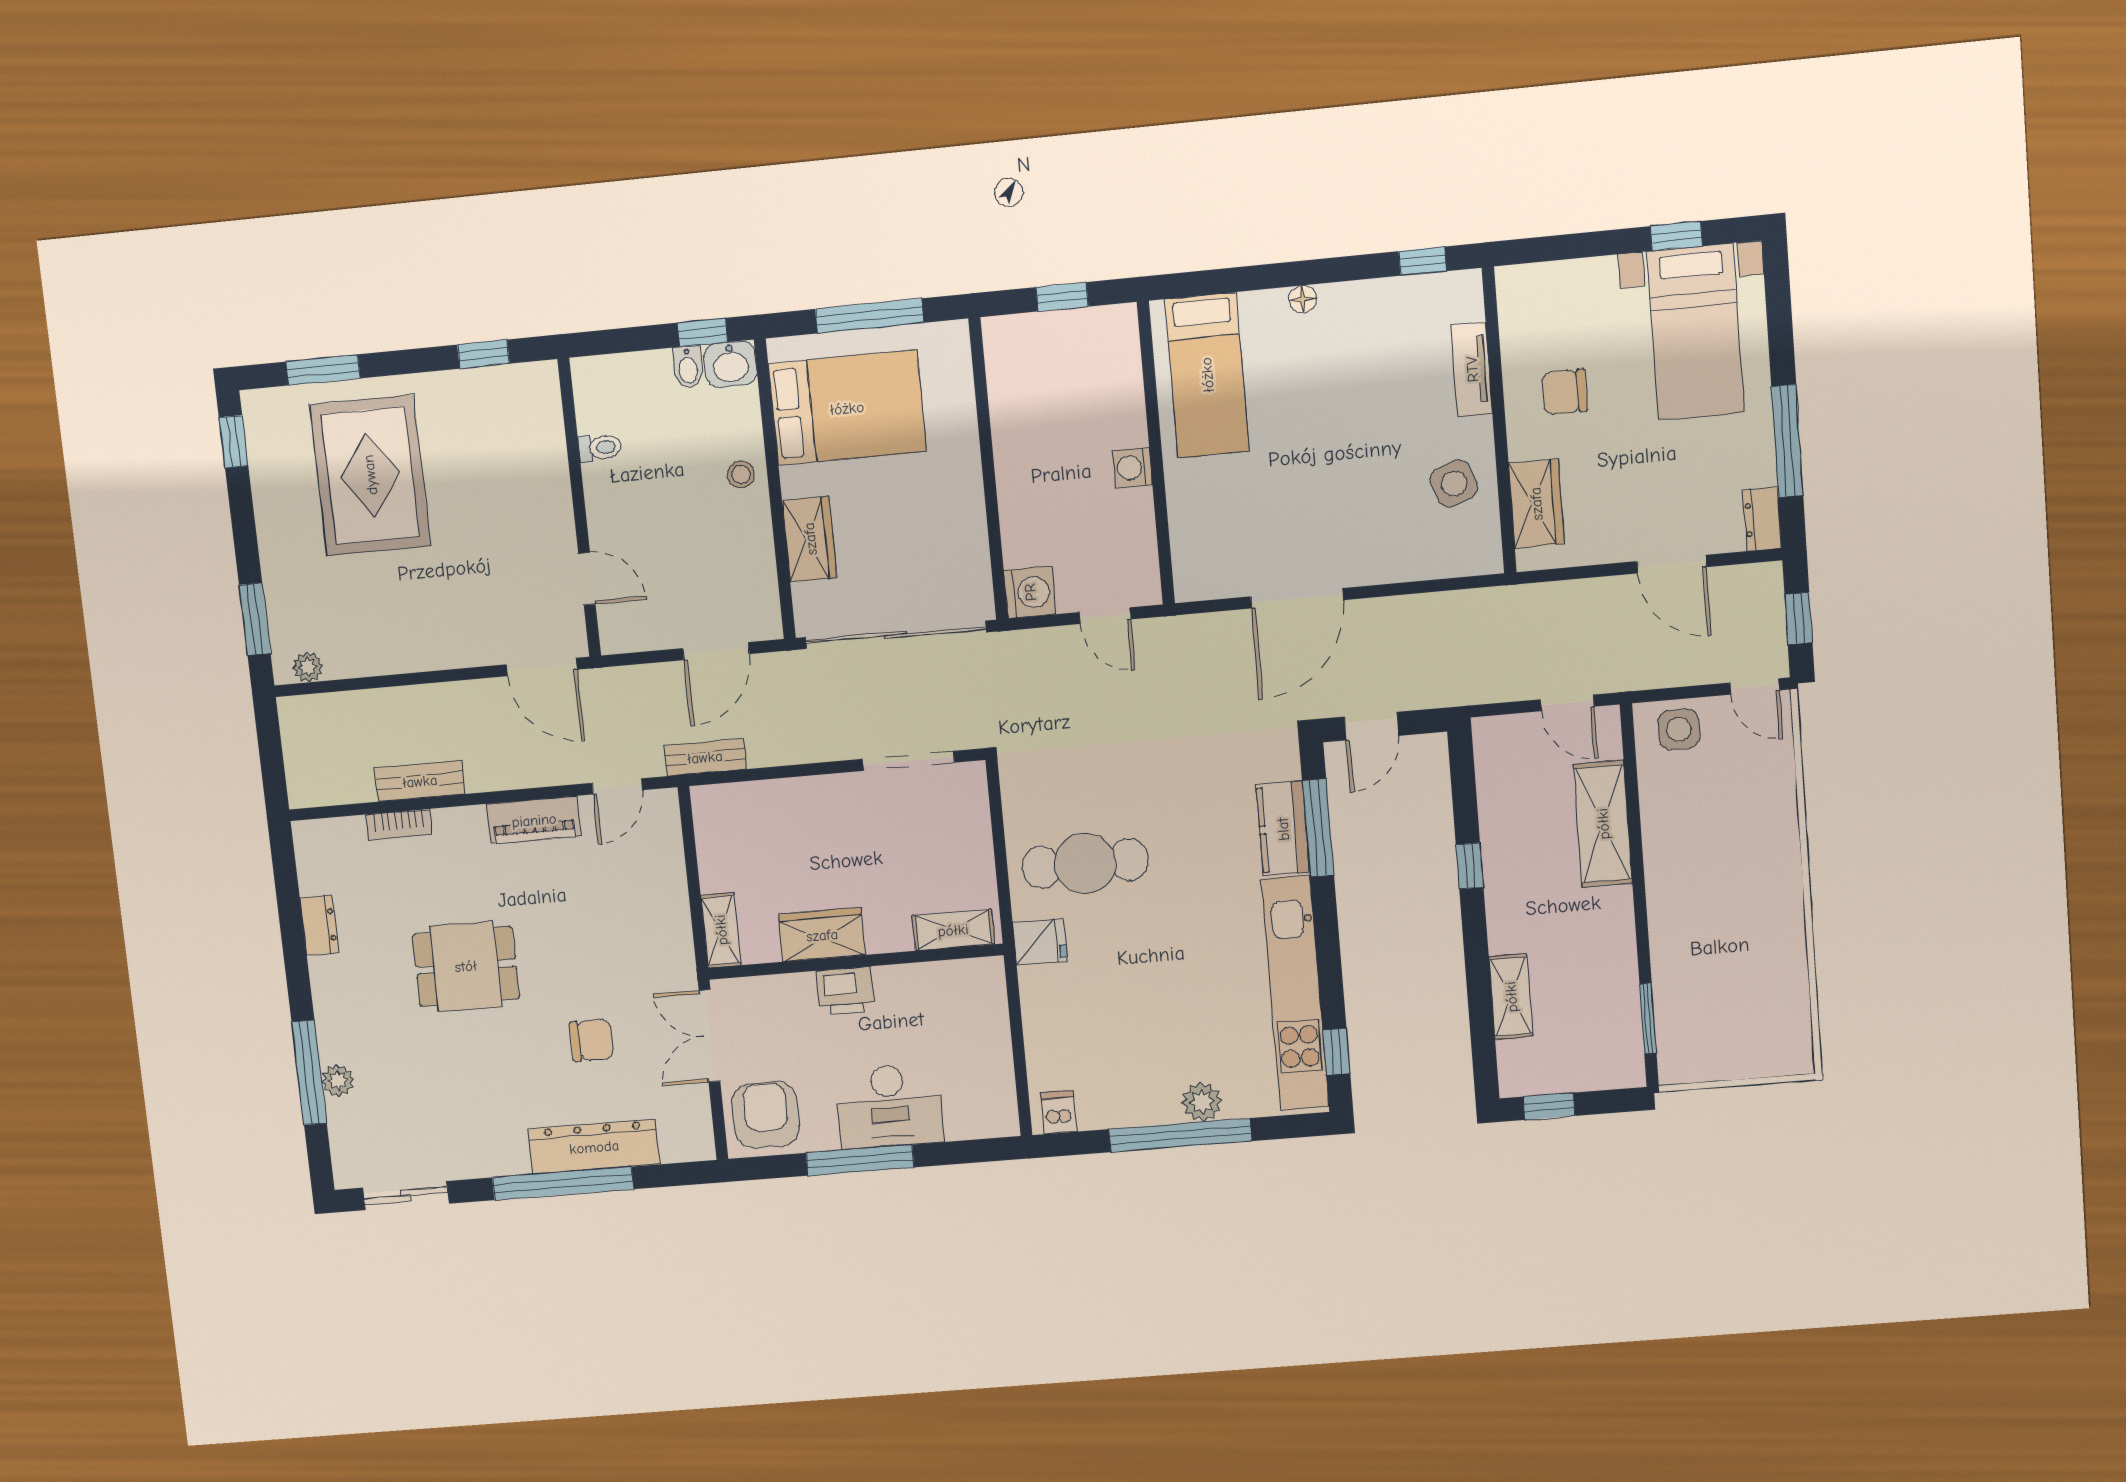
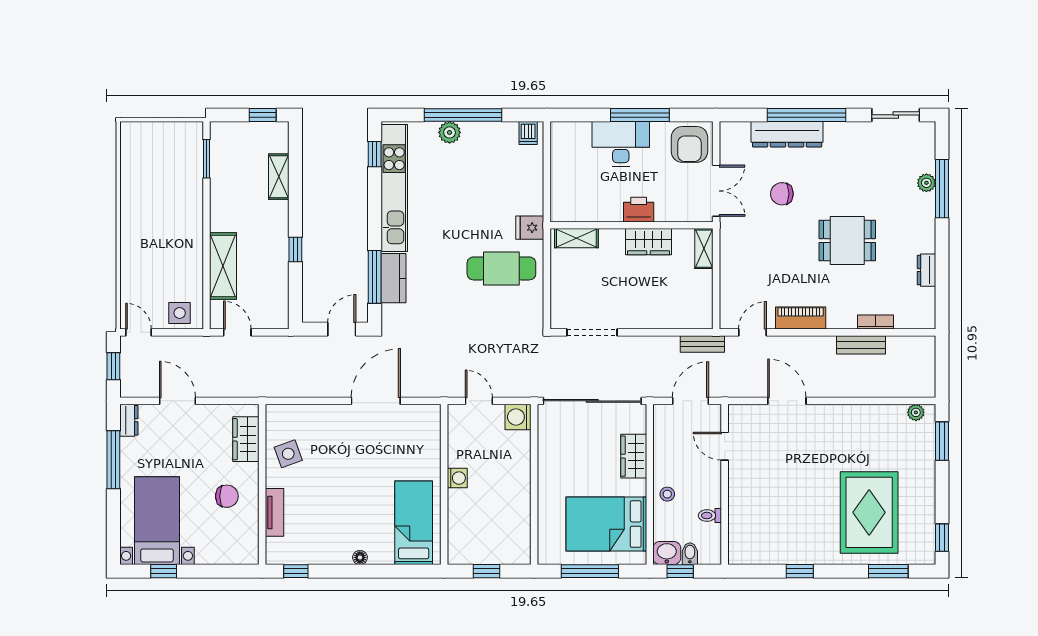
toilet: (600, 448) -> (710, 516), moved
wall: (579, 508) -> (725, 484), moved
door: (587, 579) -> (725, 446), moved

